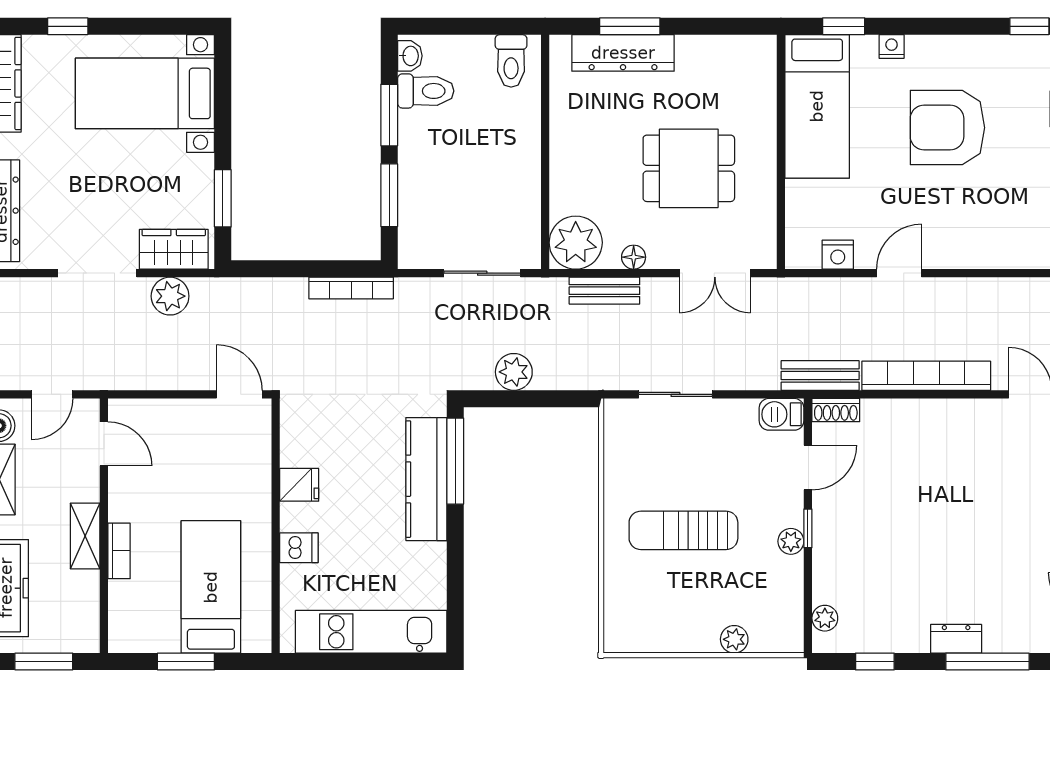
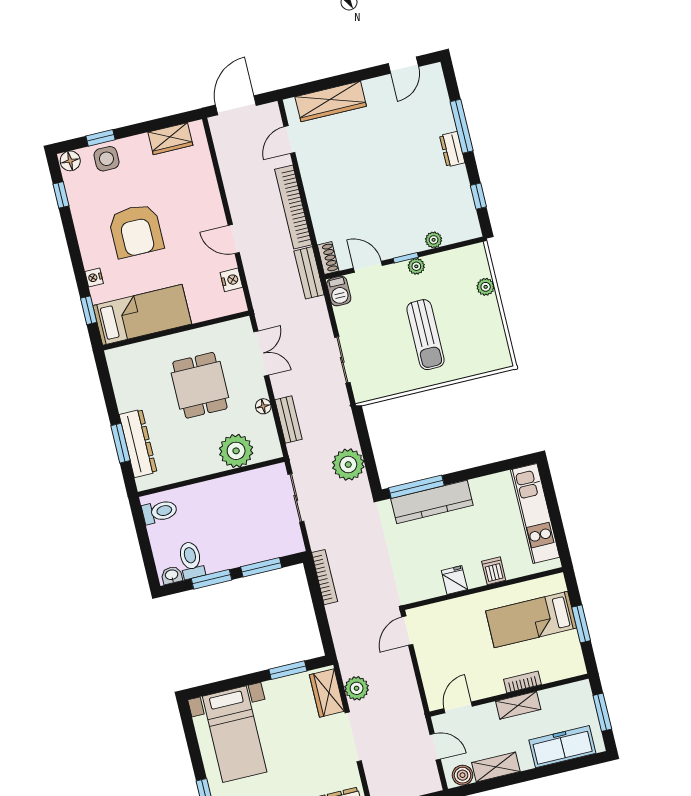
plant: (576, 243) -> (236, 451), moved
plant: (514, 372) -> (348, 465), width x1.36, depth x1.36
plant: (825, 618) -> (434, 240), moved

